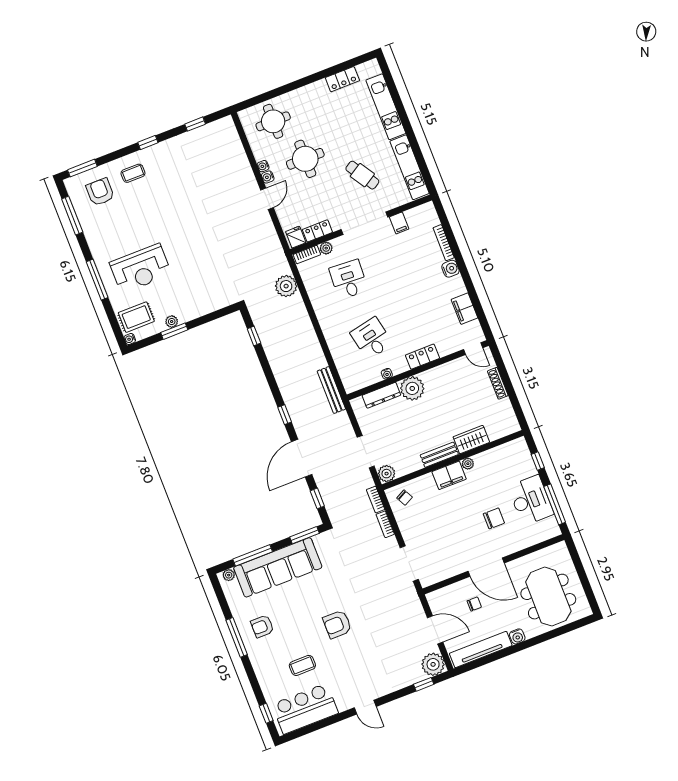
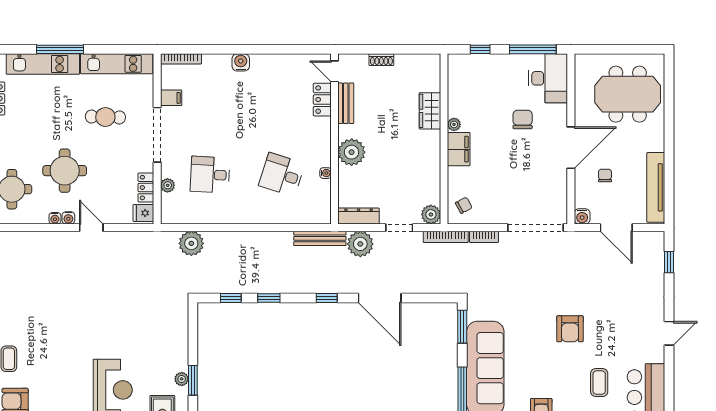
window: (403, 116) -> (60, 49), added
cafe table: (362, 175) -> (105, 117), turned 34
bookcase: (444, 243) -> (181, 59), moved
bookcase: (307, 255) -> (167, 208), removed
filing cabinet: (464, 309) -> (289, 64), removed
desk: (372, 338) -> (282, 175), turned 30
door: (473, 349) -> (335, 71), swing flipped
locker: (422, 357) -> (322, 100), moved
shoe rack: (498, 383) -> (381, 60), width x0.70
dresser: (381, 395) -> (359, 216), moved, turned -90
doorway: (366, 452) -> (399, 228), width x0.73
bench: (439, 455) -> (346, 103), moved
window: (317, 498) -> (269, 298), moved
bookcase: (376, 500) -> (446, 237), width x1.56
desk: (531, 500) -> (548, 78), moved, turned 90
doorway: (409, 564) -> (536, 228), width x1.36
door: (435, 630) -> (616, 228), swing flipped
water cooler: (517, 636) -> (582, 216), moved, turned 90
plant: (433, 664) -> (360, 244), moved

